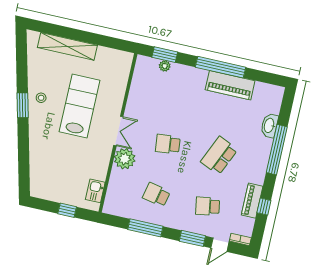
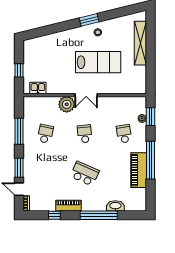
piano: (252, 201) -> (68, 206), moved
school desk: (208, 206) -> (124, 134), moved

